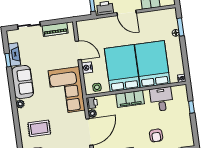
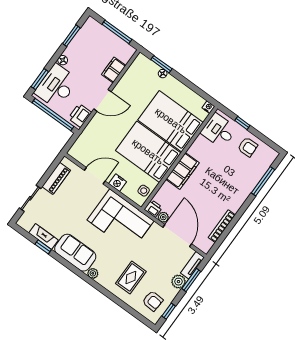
desk: (161, 99) -> (219, 131), moved
armchair: (156, 135) -> (248, 147), moved

